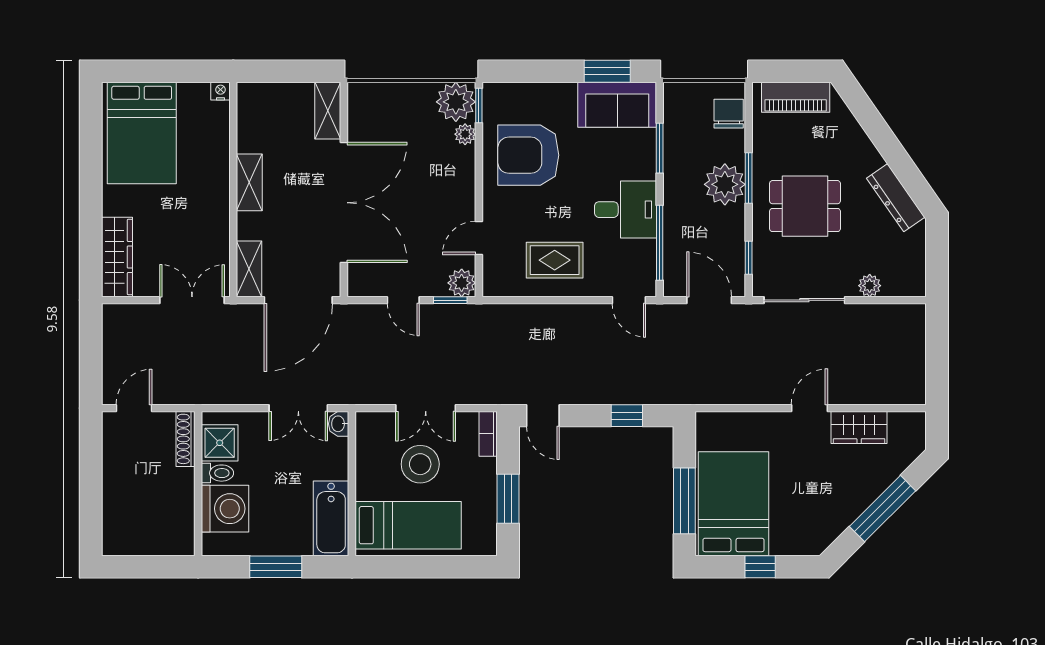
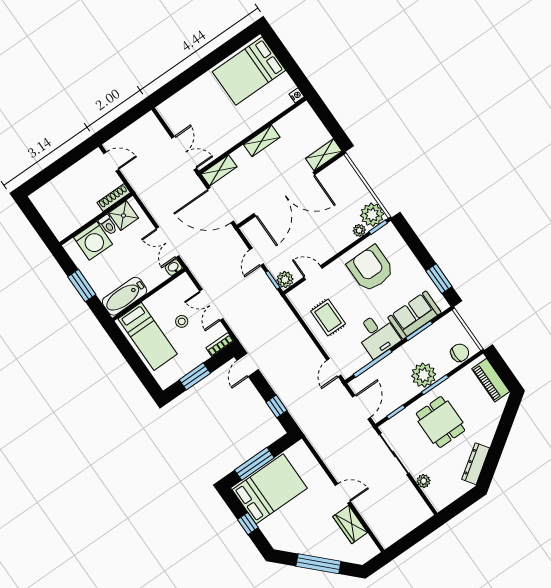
sofa: (617, 105) -> (414, 315), moved, turned 90
wardrobe: (117, 257) -> (180, 101), removed
stool: (420, 464) -> (182, 321), width x0.53, depth x0.53

